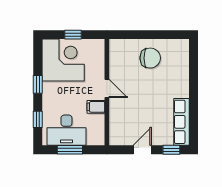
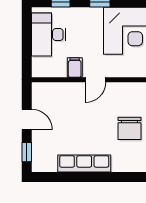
row of seats: (182, 122) -> (84, 164), moved
window: (70, 150) -> (27, 38), removed

